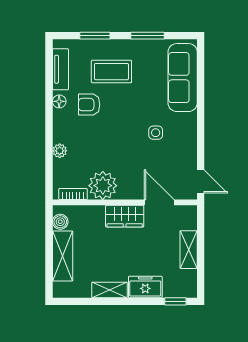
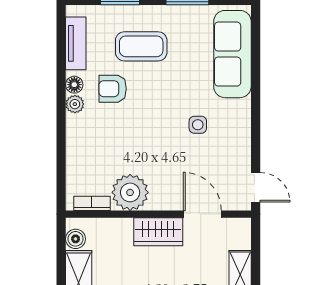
plant: (60, 151) -> (75, 104), moved

